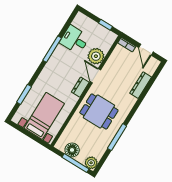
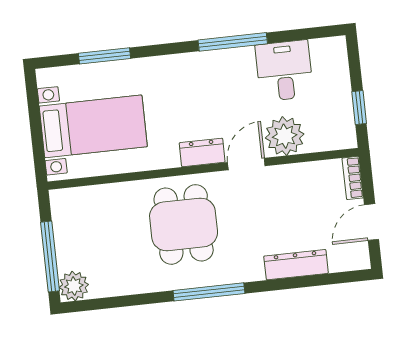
window: (117, 137) -> (209, 292), moved
floor lamp: (72, 150) -> (70, 230), removed

